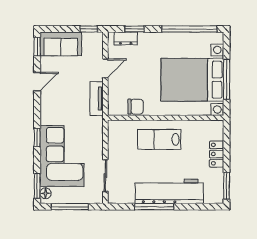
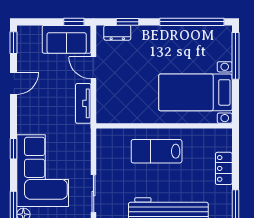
sofa: (61, 44) -> (67, 39), moved
door: (105, 68) -> (94, 68), swing flipped
window: (227, 79) -> (235, 56), moved
bed with nightstands: (192, 80) -> (195, 92), width x0.73
chair: (136, 107) -> (129, 113), removed

